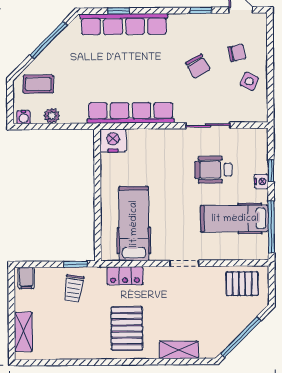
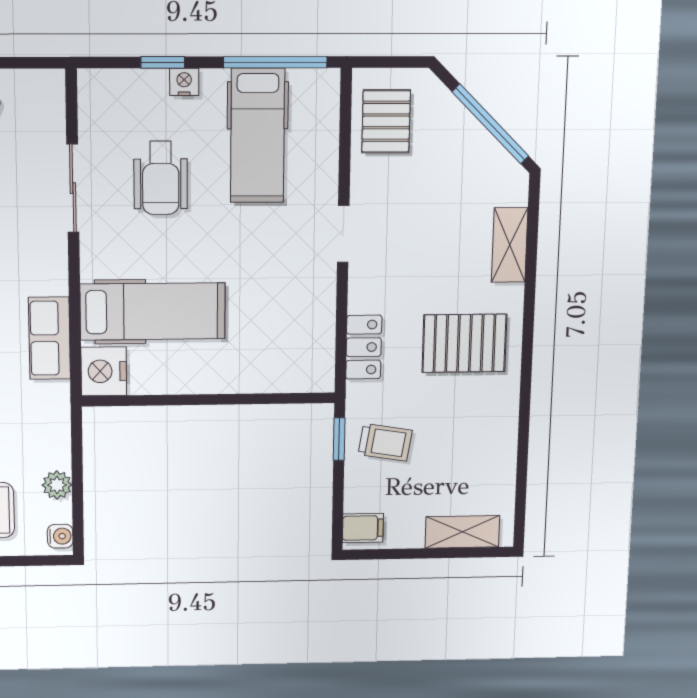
row of seats: (131, 113) -> (49, 338), width x0.50
hospital bed: (134, 224) -> (153, 312), moved, turned 180

